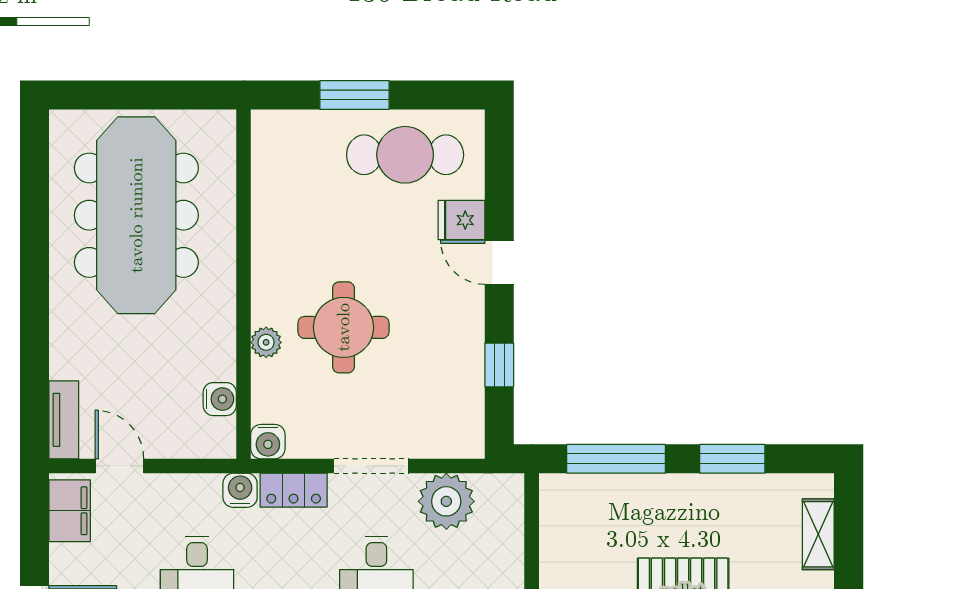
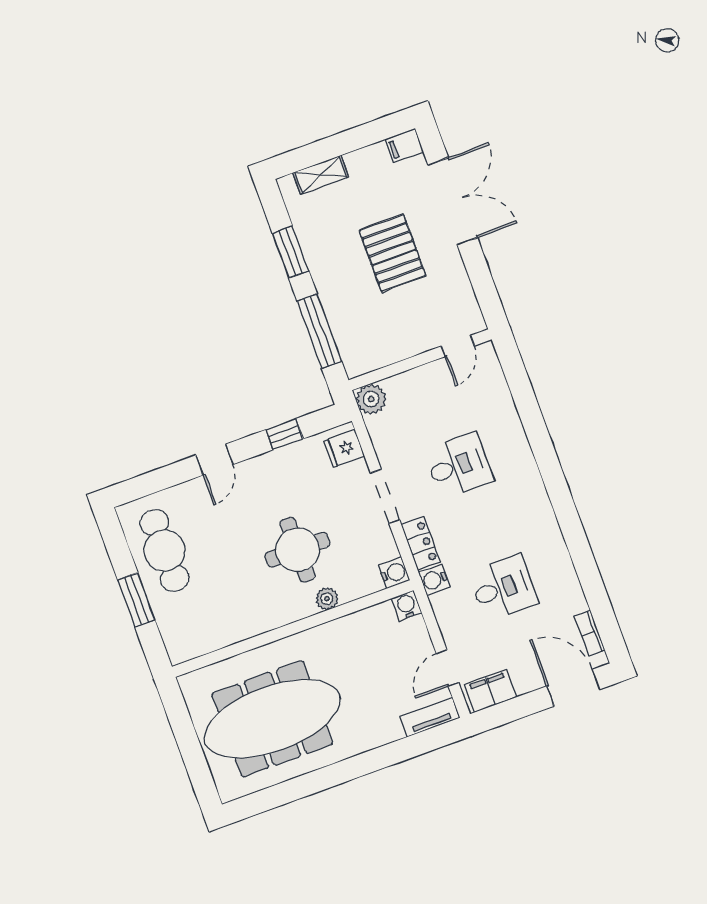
fridge: (461, 220) -> (344, 449), moved, turned 90
water cooler: (220, 399) -> (406, 606), moved
plant: (446, 501) -> (371, 399), moved, width x0.73, depth x0.73

